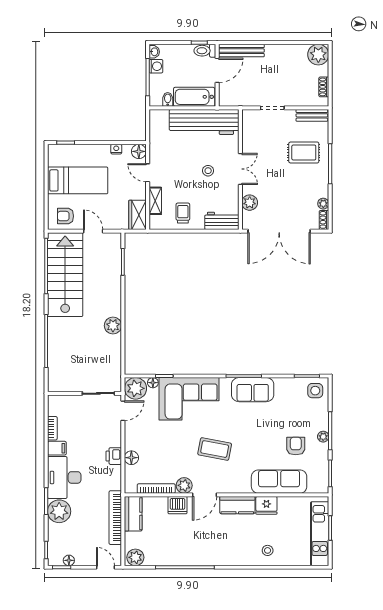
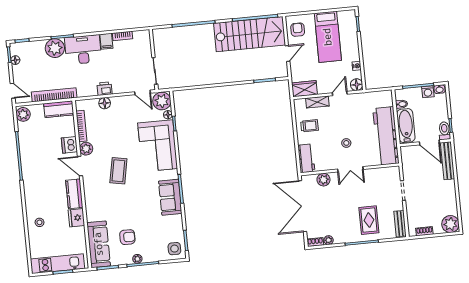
plant: (113, 326) -> (212, 77), removed
sofa: (279, 482) -> (99, 244), moved
door: (106, 567) -> (13, 91), hinge flipped

